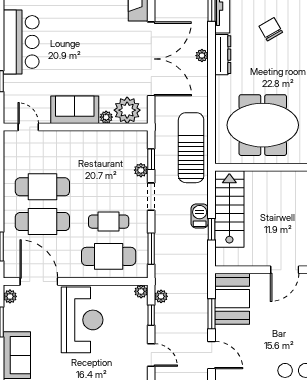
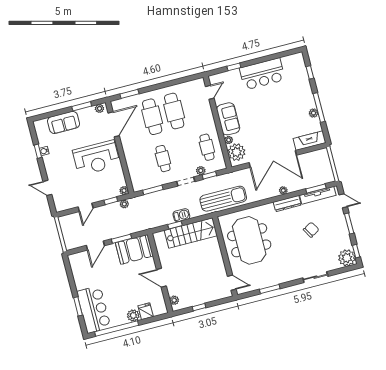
cafe table: (109, 256) -> (207, 147), moved, width x0.73, depth x0.74

